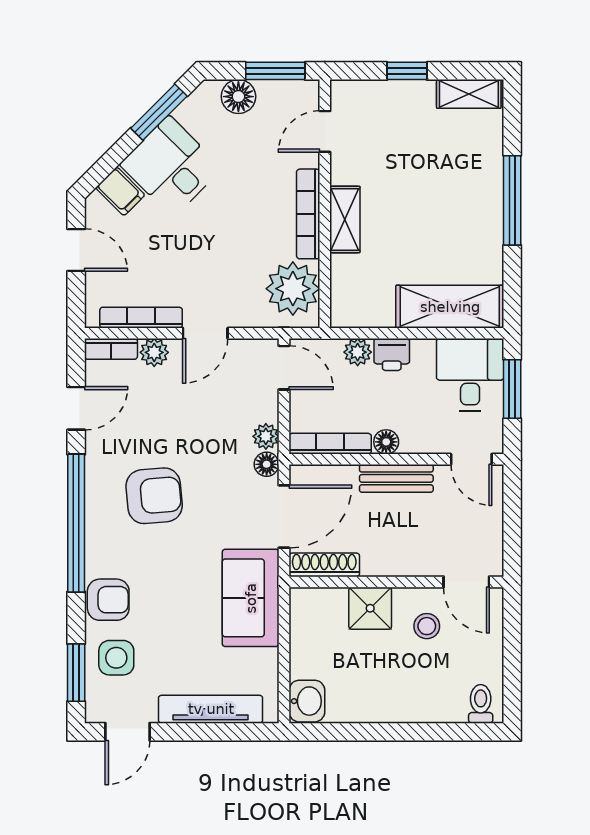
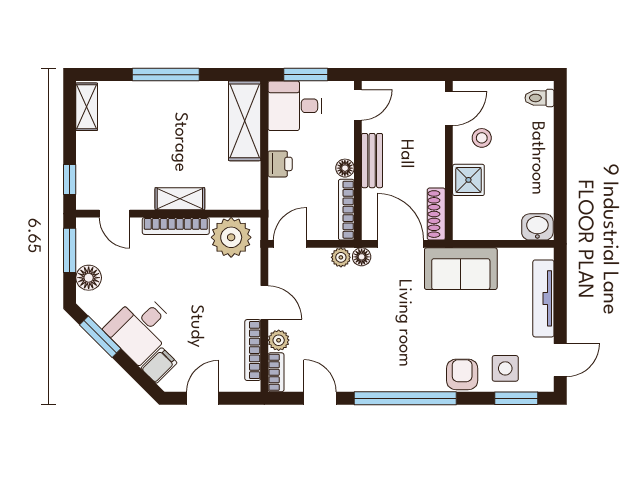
window: (407, 71) -> (70, 180), moved
plant: (358, 352) -> (278, 189), removed
armchair: (154, 496) -> (385, 340), removed
door: (128, 732) -> (560, 360), hinge flipped

